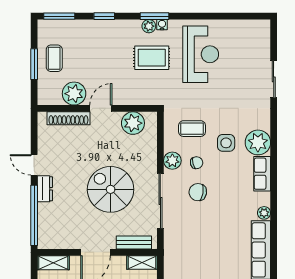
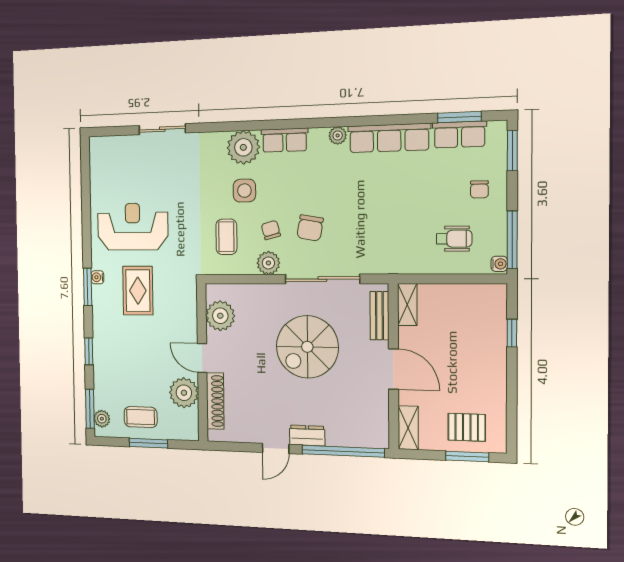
plant: (149, 26) -> (102, 419), moved

